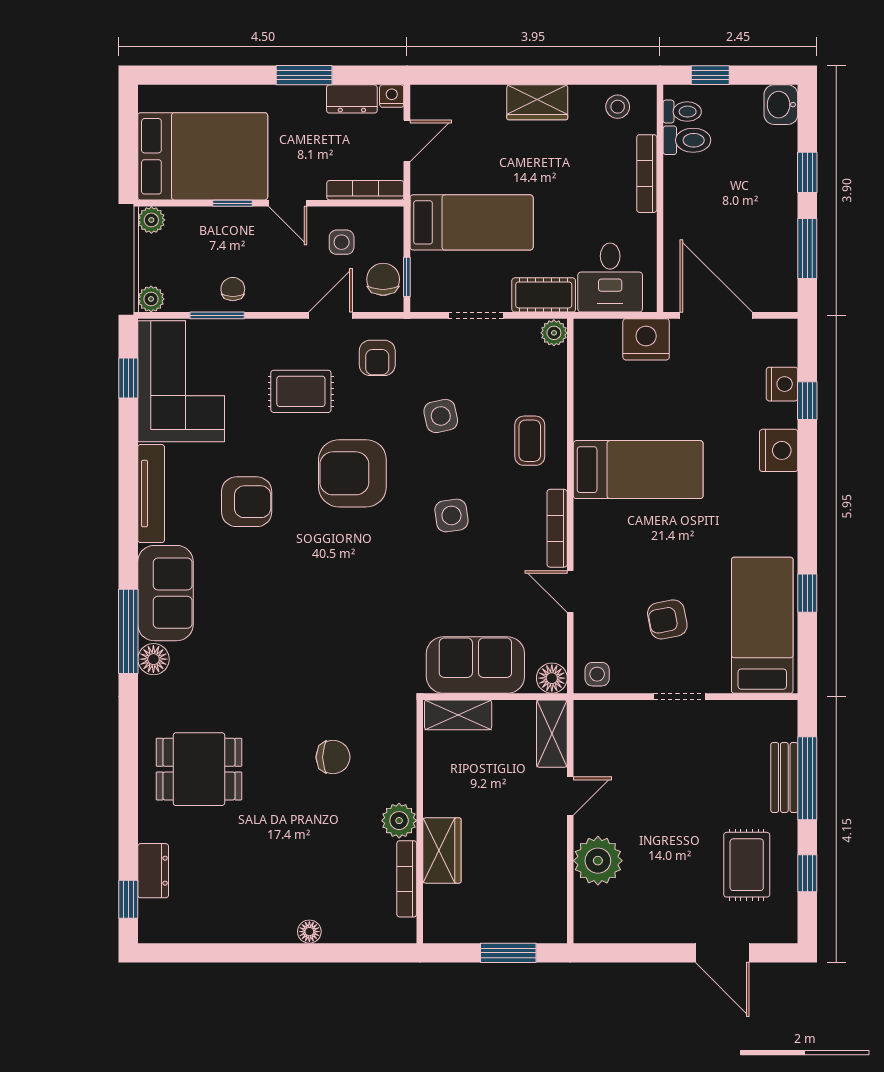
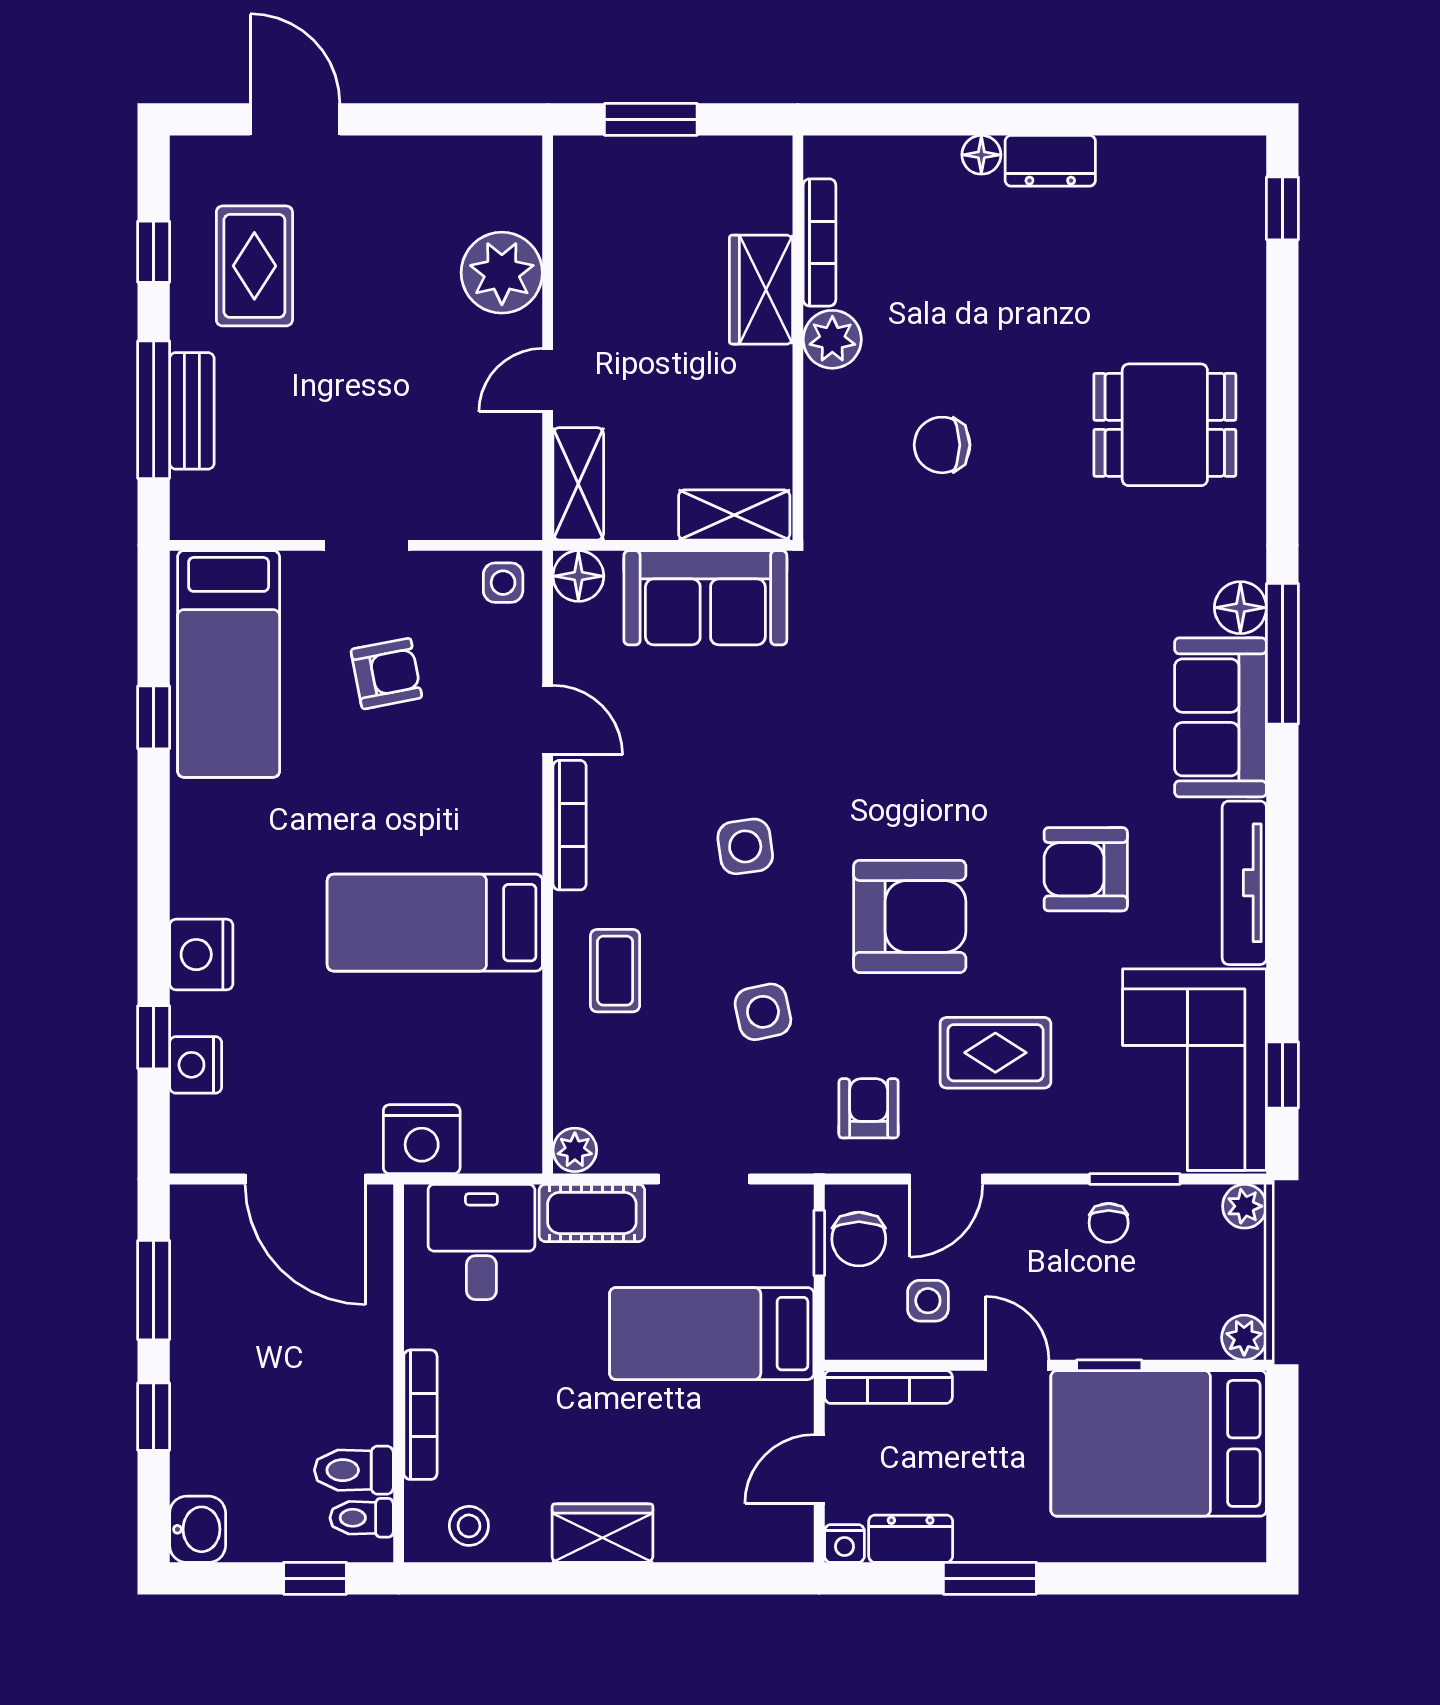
dresser: (153, 871) -> (1050, 161), moved, turned -90

